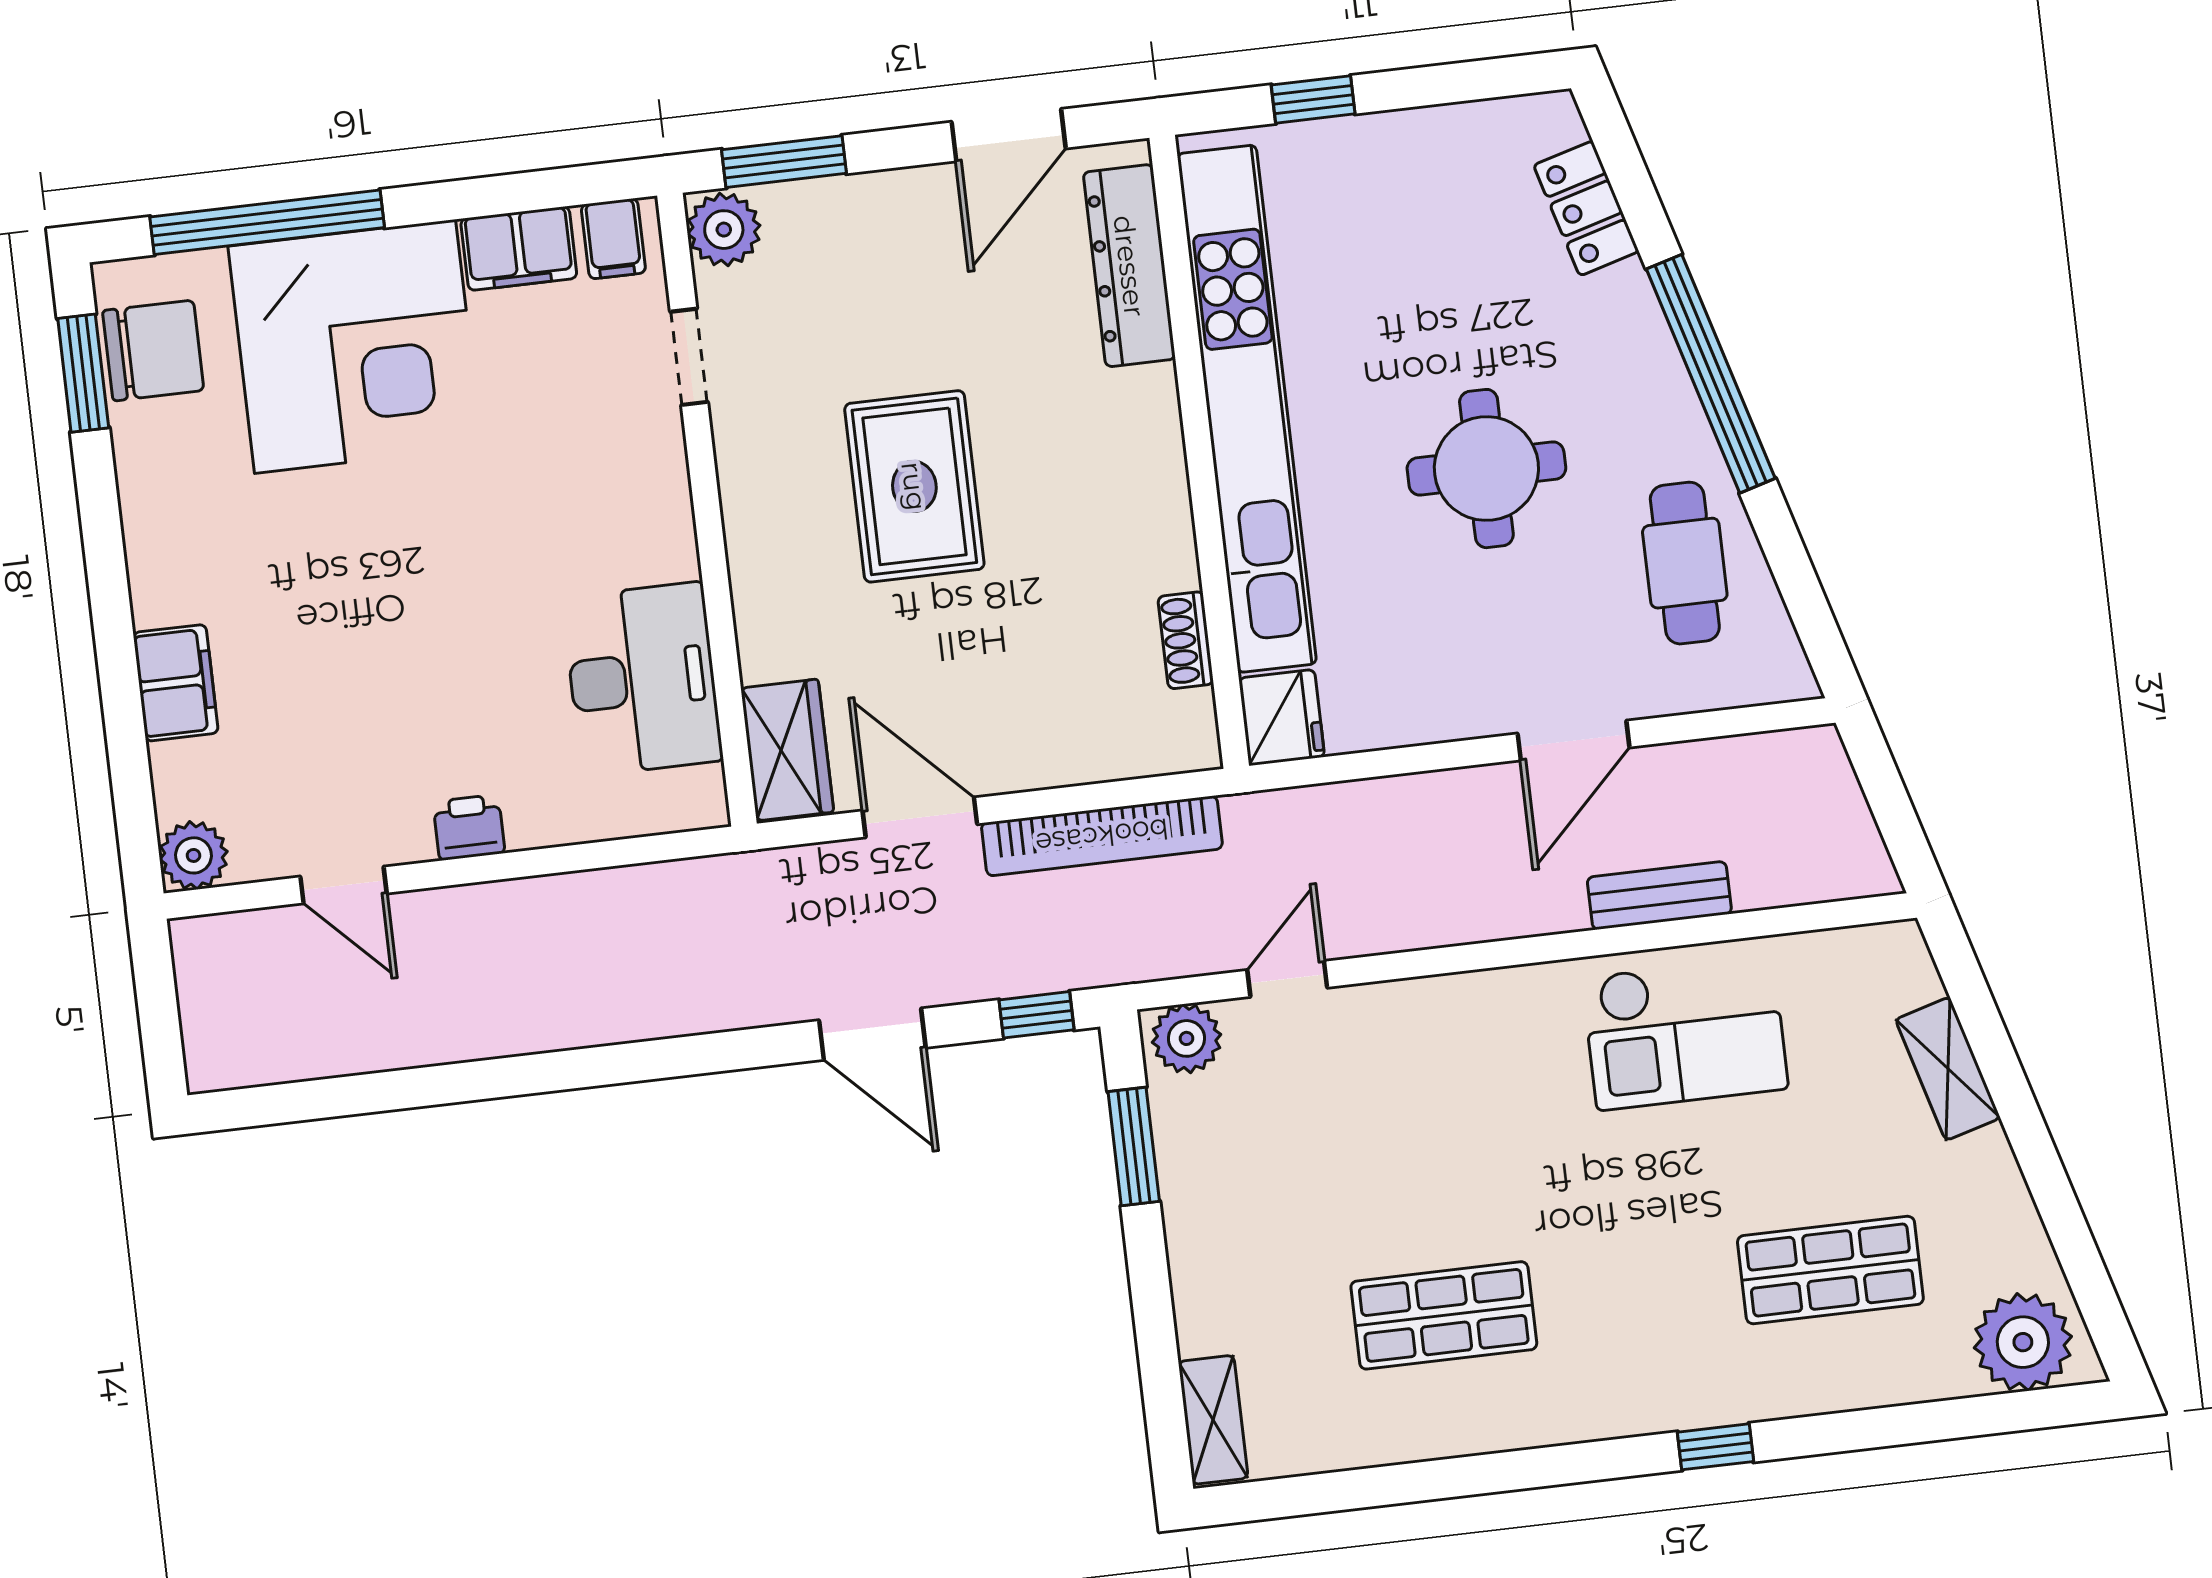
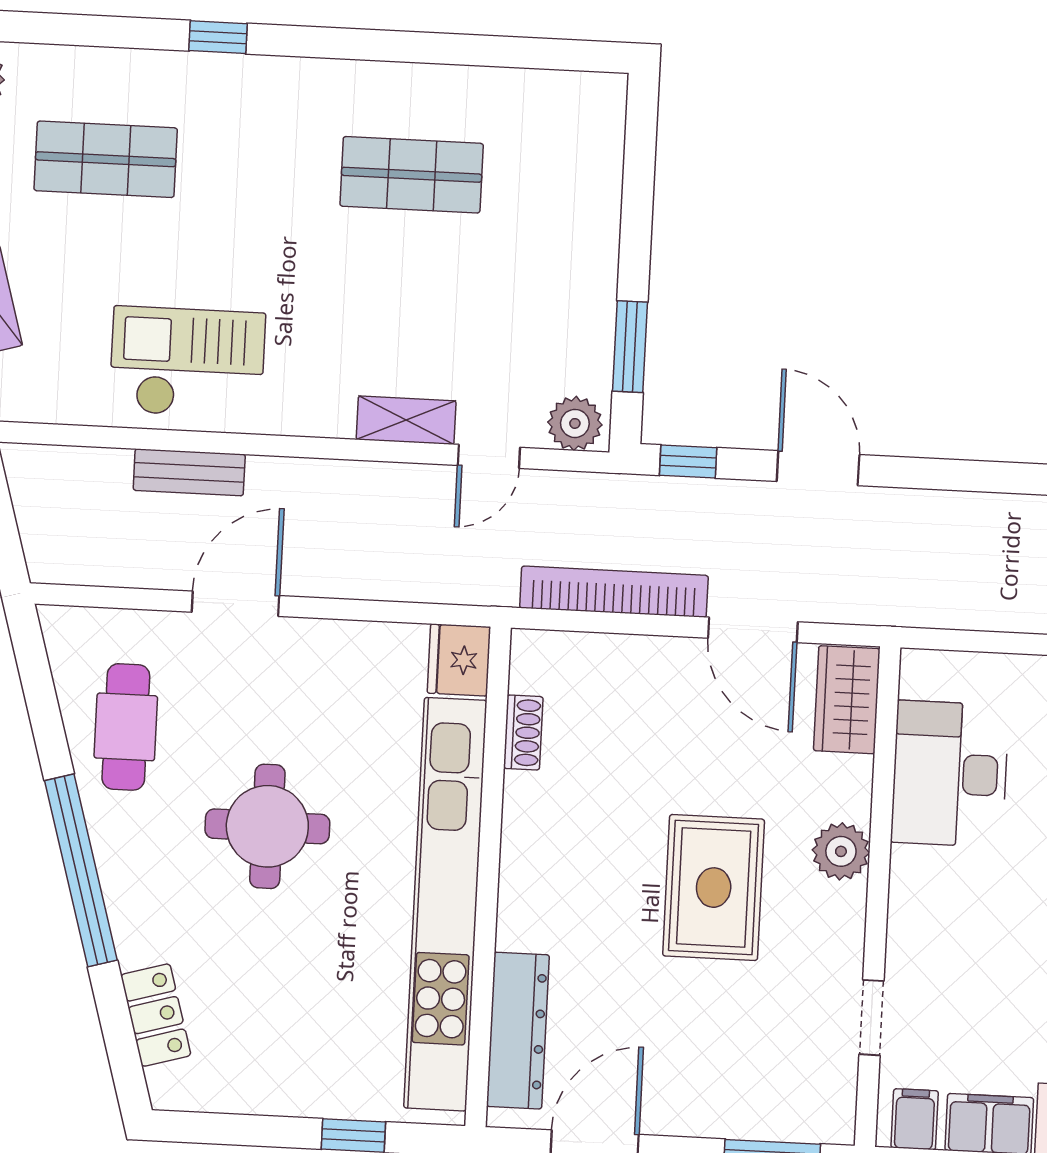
plant: (724, 230) -> (841, 851), moved
shelving: (1213, 1420) -> (406, 420), moved, turned 90

